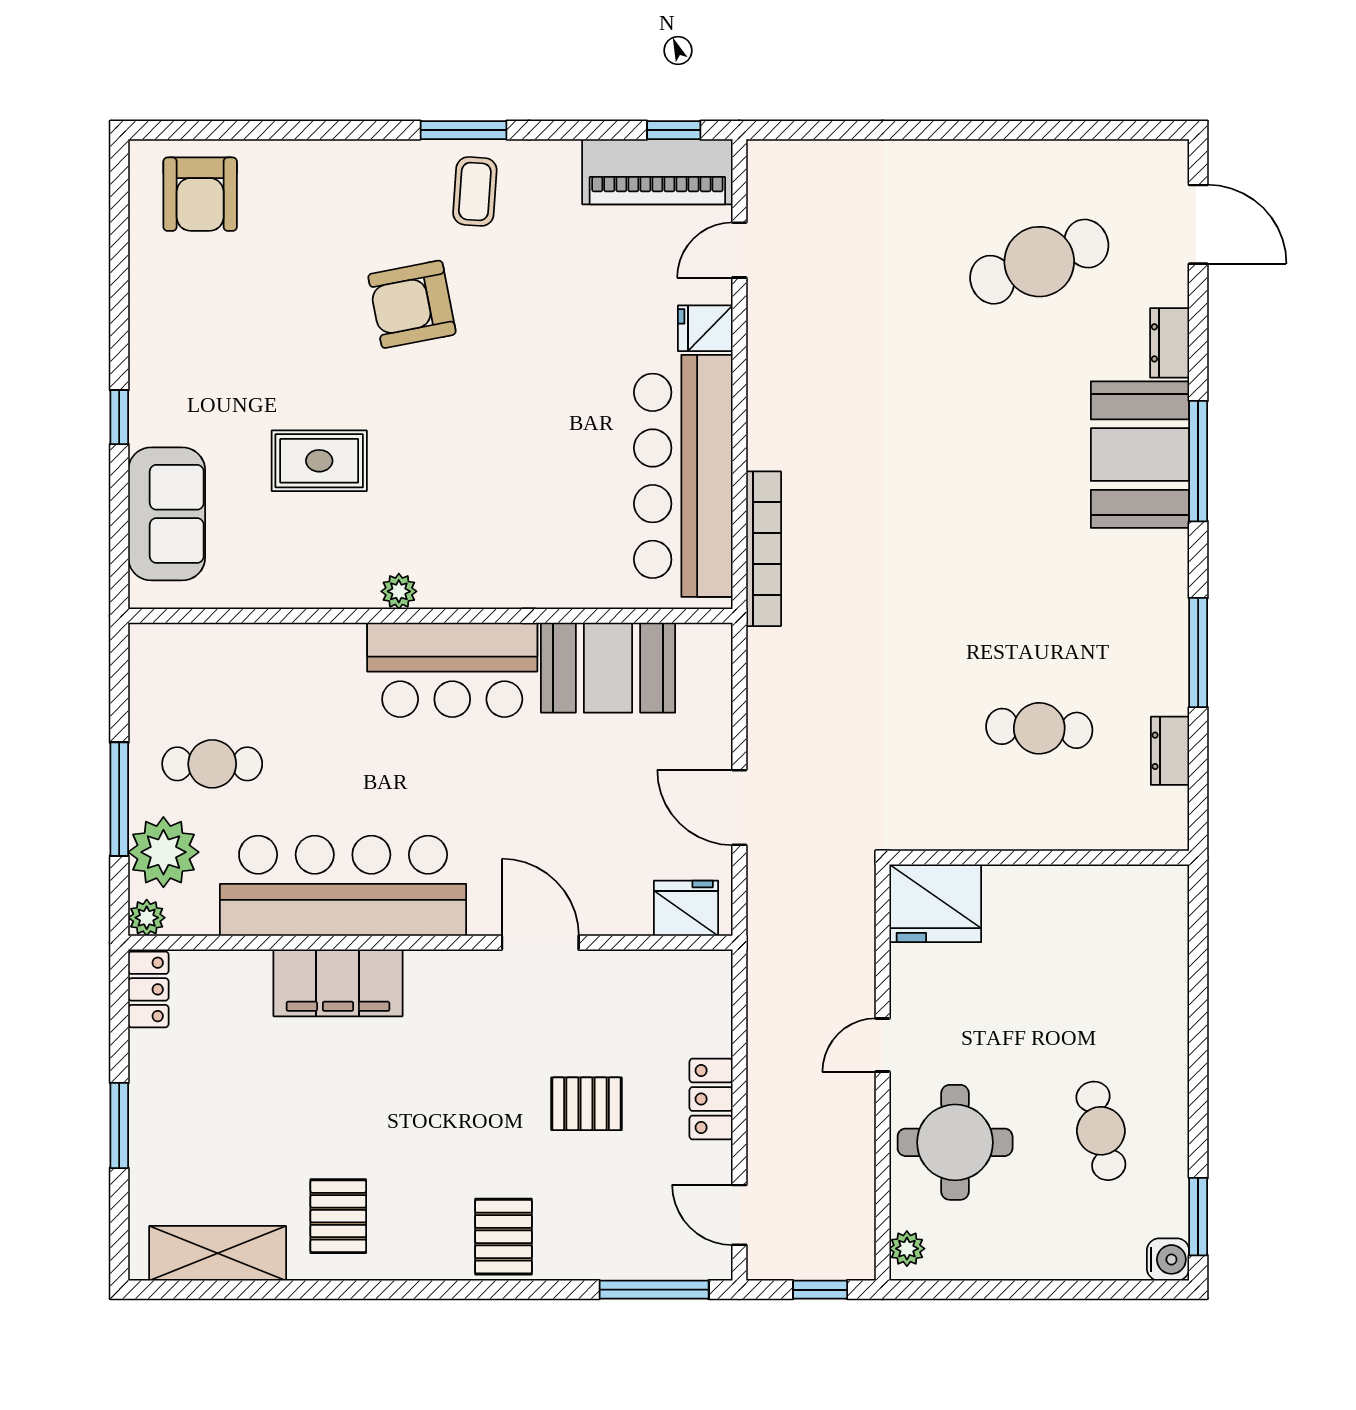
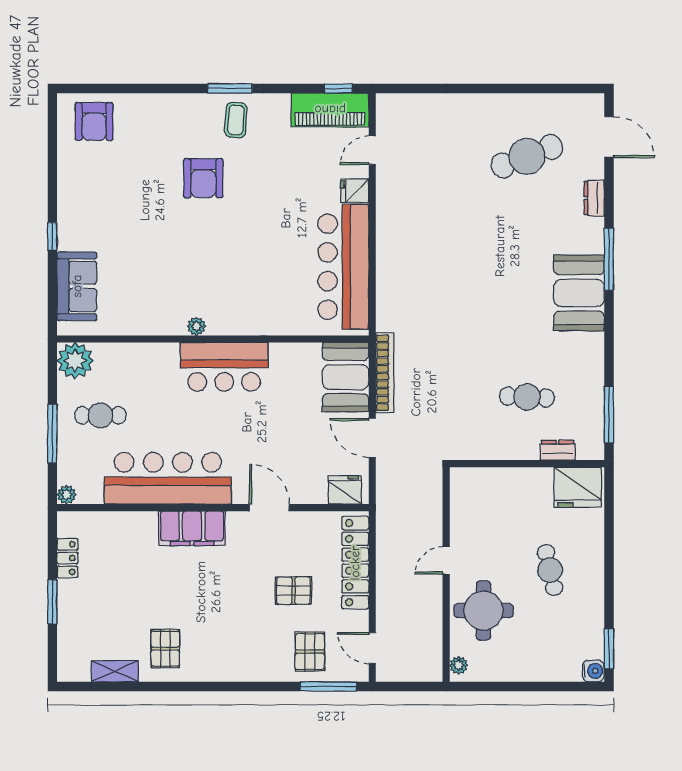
armchair: (412, 304) -> (203, 178), turned -79
booth: (1140, 455) -> (579, 293), moved
rug: (319, 461) -> (156, 259), removed
bookcase: (764, 549) -> (385, 373), moved
window: (1198, 653) -> (609, 415), moved
booth: (608, 668) -> (346, 377), moved, turned 90
dresser: (1170, 751) -> (558, 450), moved, turned 90
plant: (163, 852) -> (75, 361), moved
fridge: (935, 903) -> (578, 487), moved
filing cabinet: (338, 983) -> (192, 528), moved
locker: (148, 989) -> (67, 558), moved
locker: (711, 1099) -> (355, 563), width x2.16, depth x1.21
cafe table: (1101, 1131) -> (550, 570), moved
pallet: (503, 1237) -> (310, 652), moved
shelving: (218, 1253) -> (115, 671), width x0.67, depth x0.75
window: (820, 1290) -> (414, 687), removed

